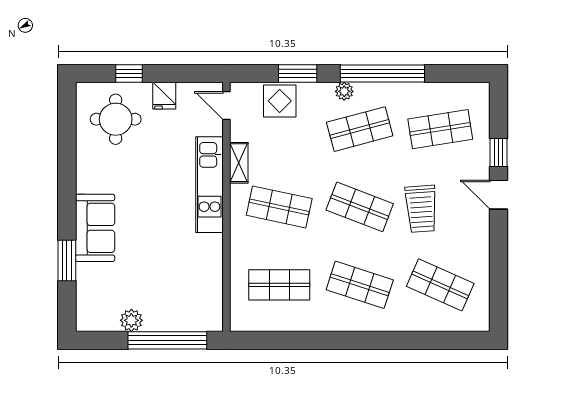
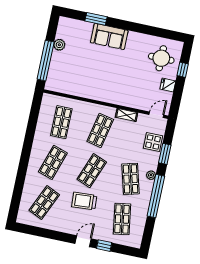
kitchen unit: (209, 185) -> (119, 98), removed

